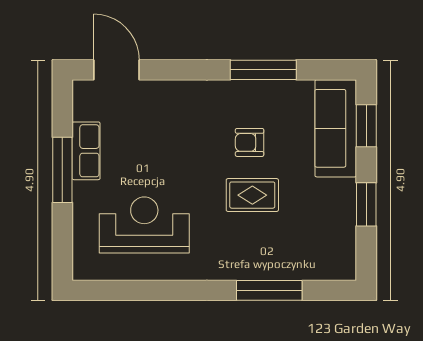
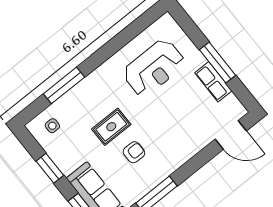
side table: (322, 253) -> (52, 126), added

